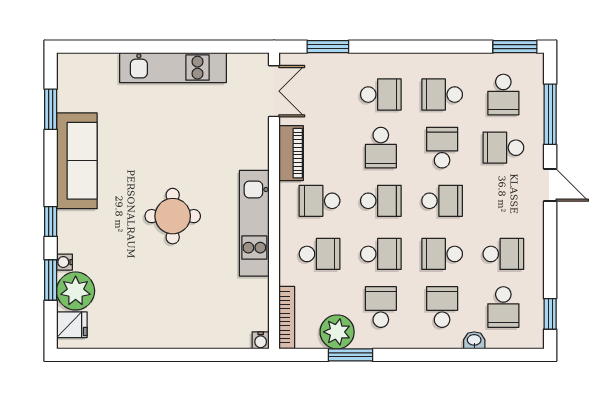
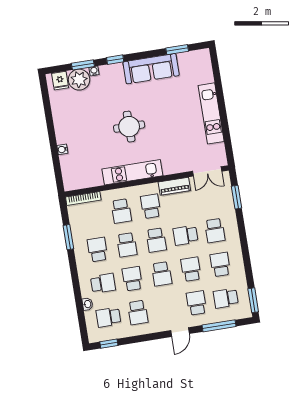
school desk: (442, 148) -> (191, 269), turned -90
school desk: (381, 307) -> (98, 250), turned -90
plant: (337, 332) -> (80, 228), removed
water cooler: (261, 340) -> (62, 149), moved

